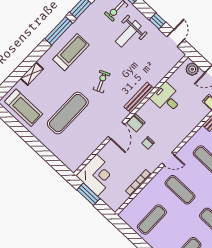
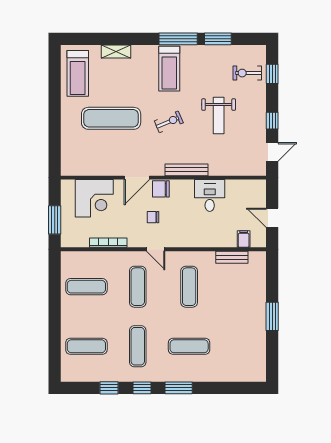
weight bench: (128, 34) -> (219, 116), moved, turned -90
treadmill: (71, 52) -> (169, 69), turned 90
plant: (192, 69) -> (258, 194), removed
corner desk: (97, 175) -> (94, 198), moved
window: (88, 194) -> (55, 220), moved

